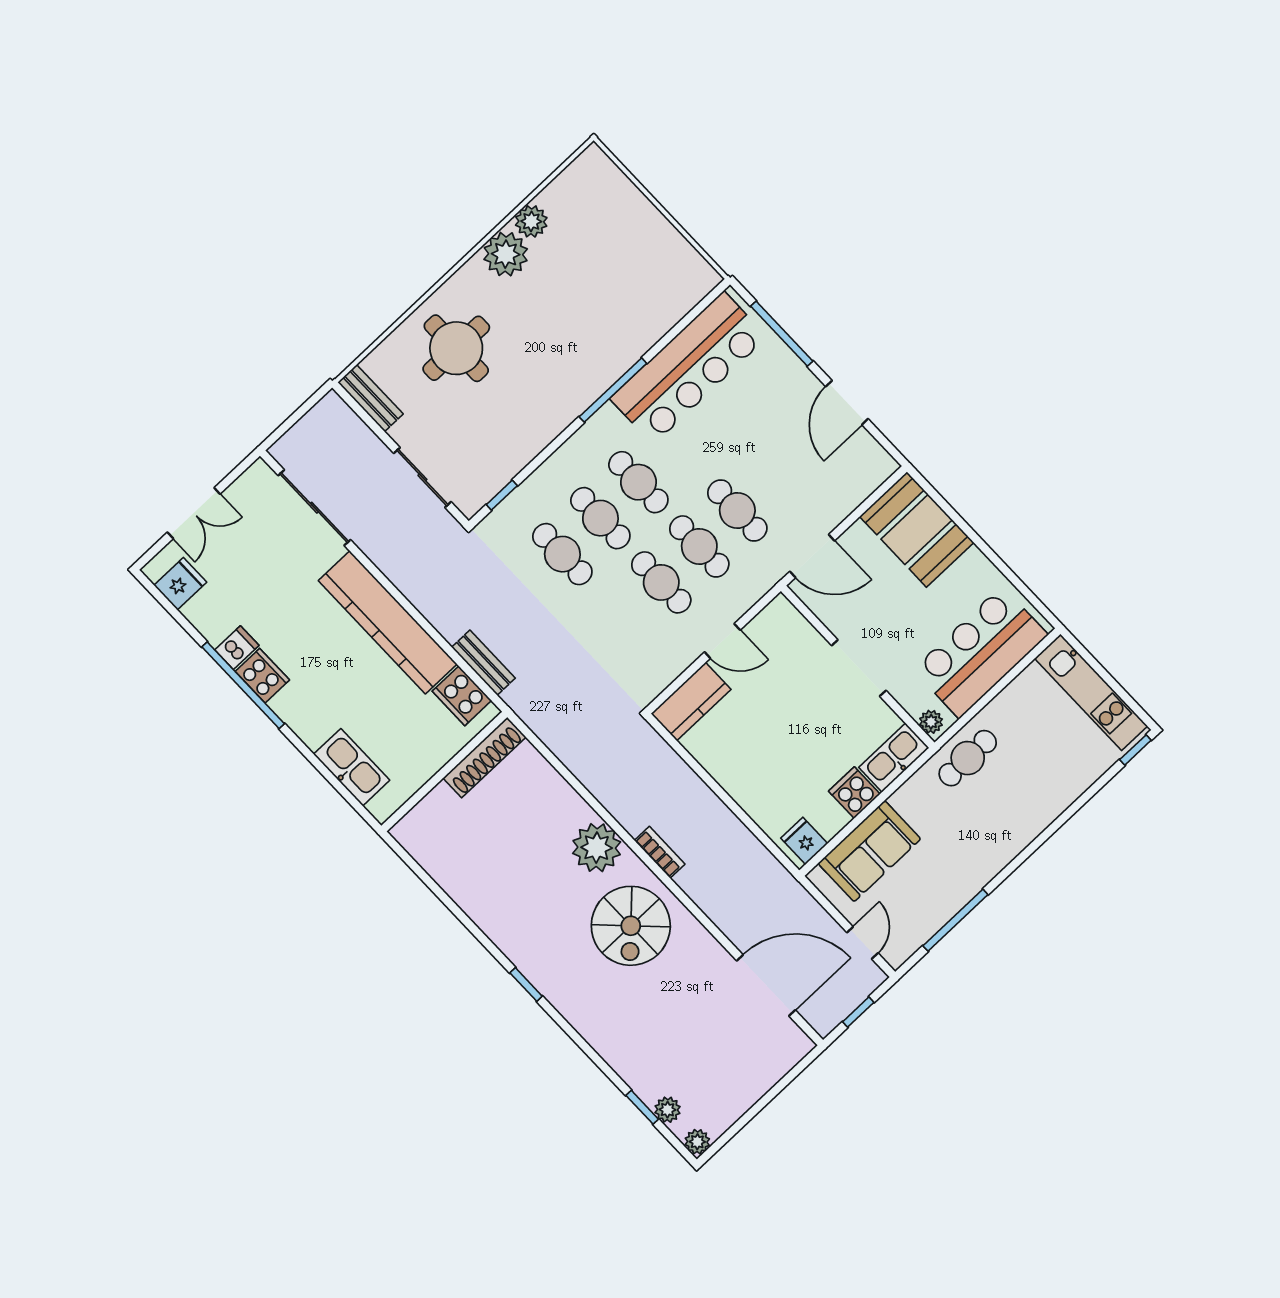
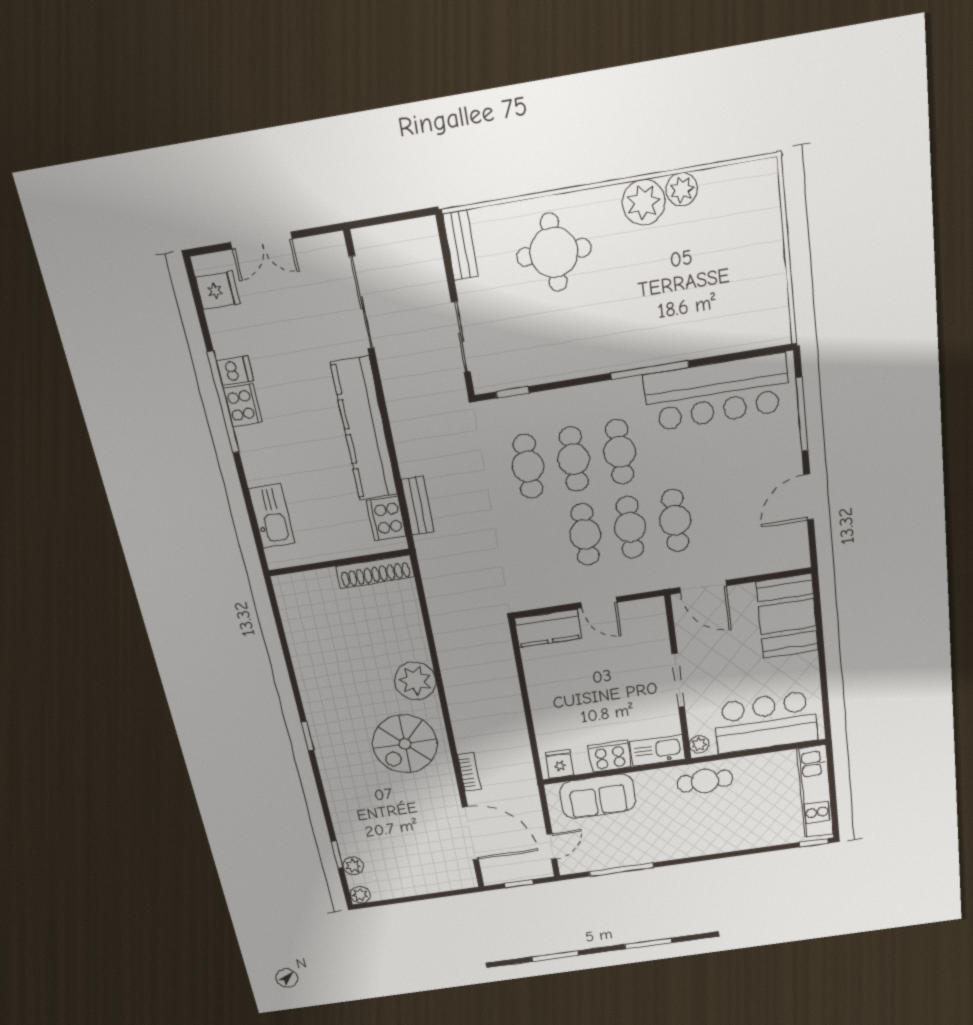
cooker: (854, 793) -> (610, 756), width x1.36
bookcase: (660, 852) -> (469, 772), moved

